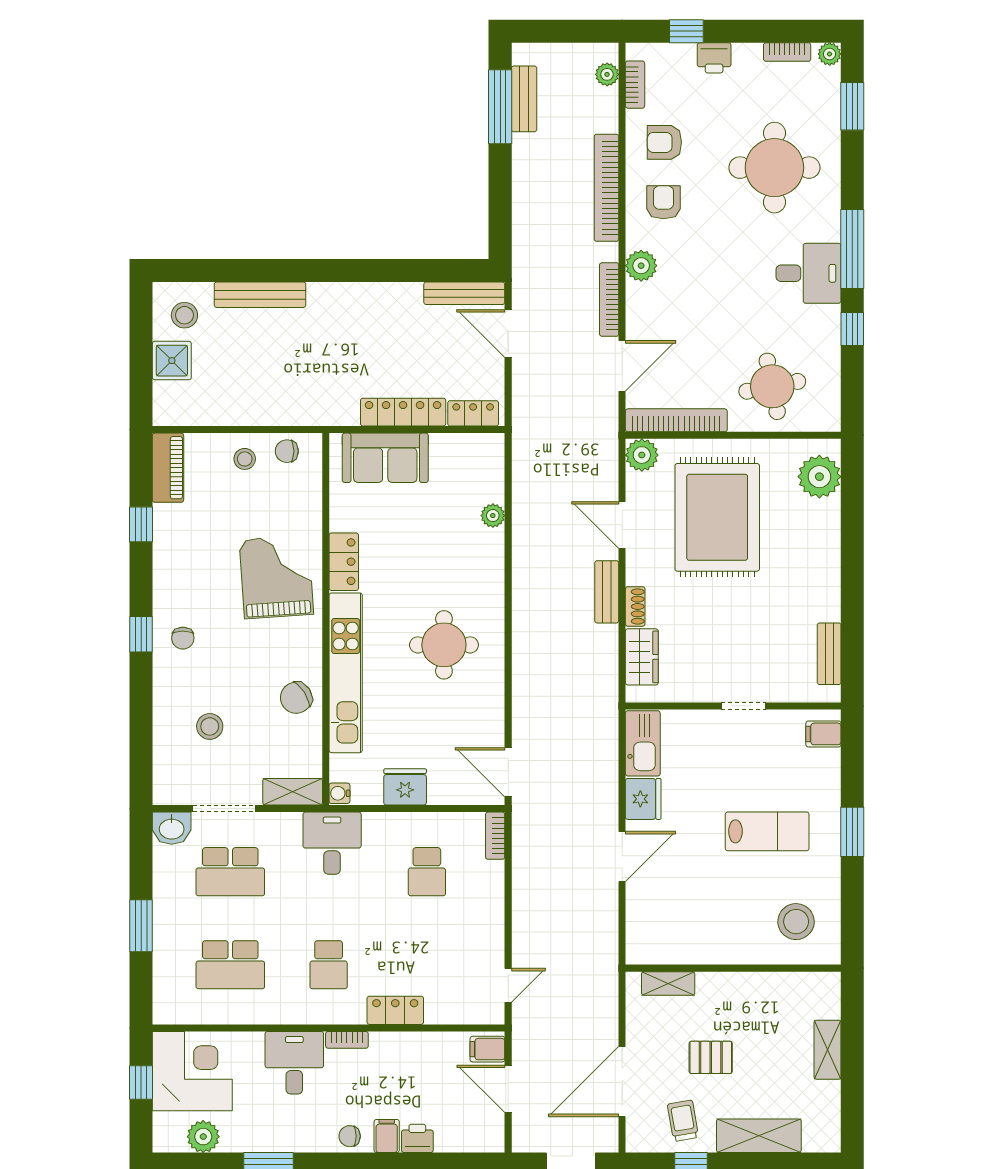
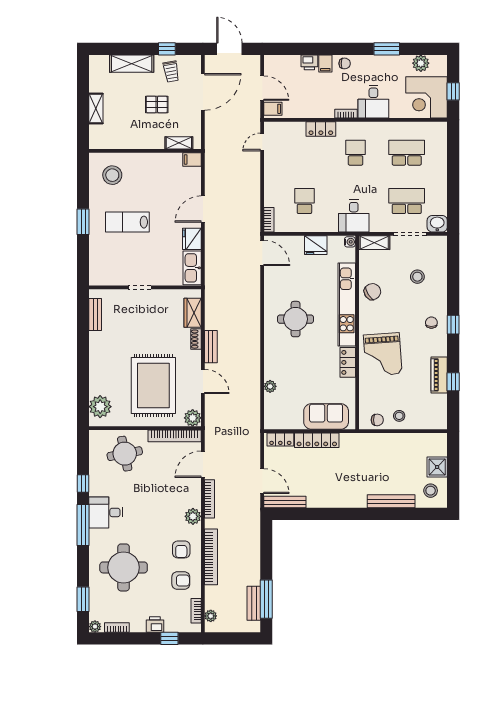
piano: (168, 468) -> (439, 375), moved
filing cabinet: (823, 734) -> (192, 160), moved, turned 180
window: (141, 926) -> (453, 173), removed

